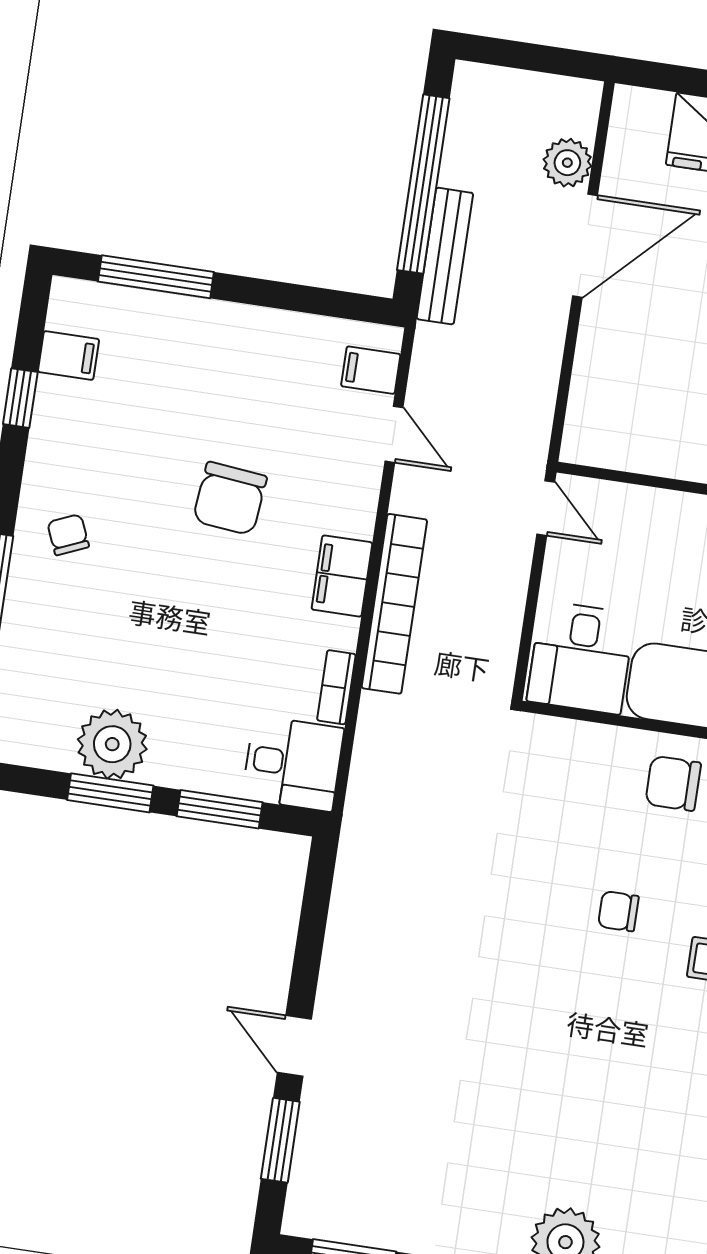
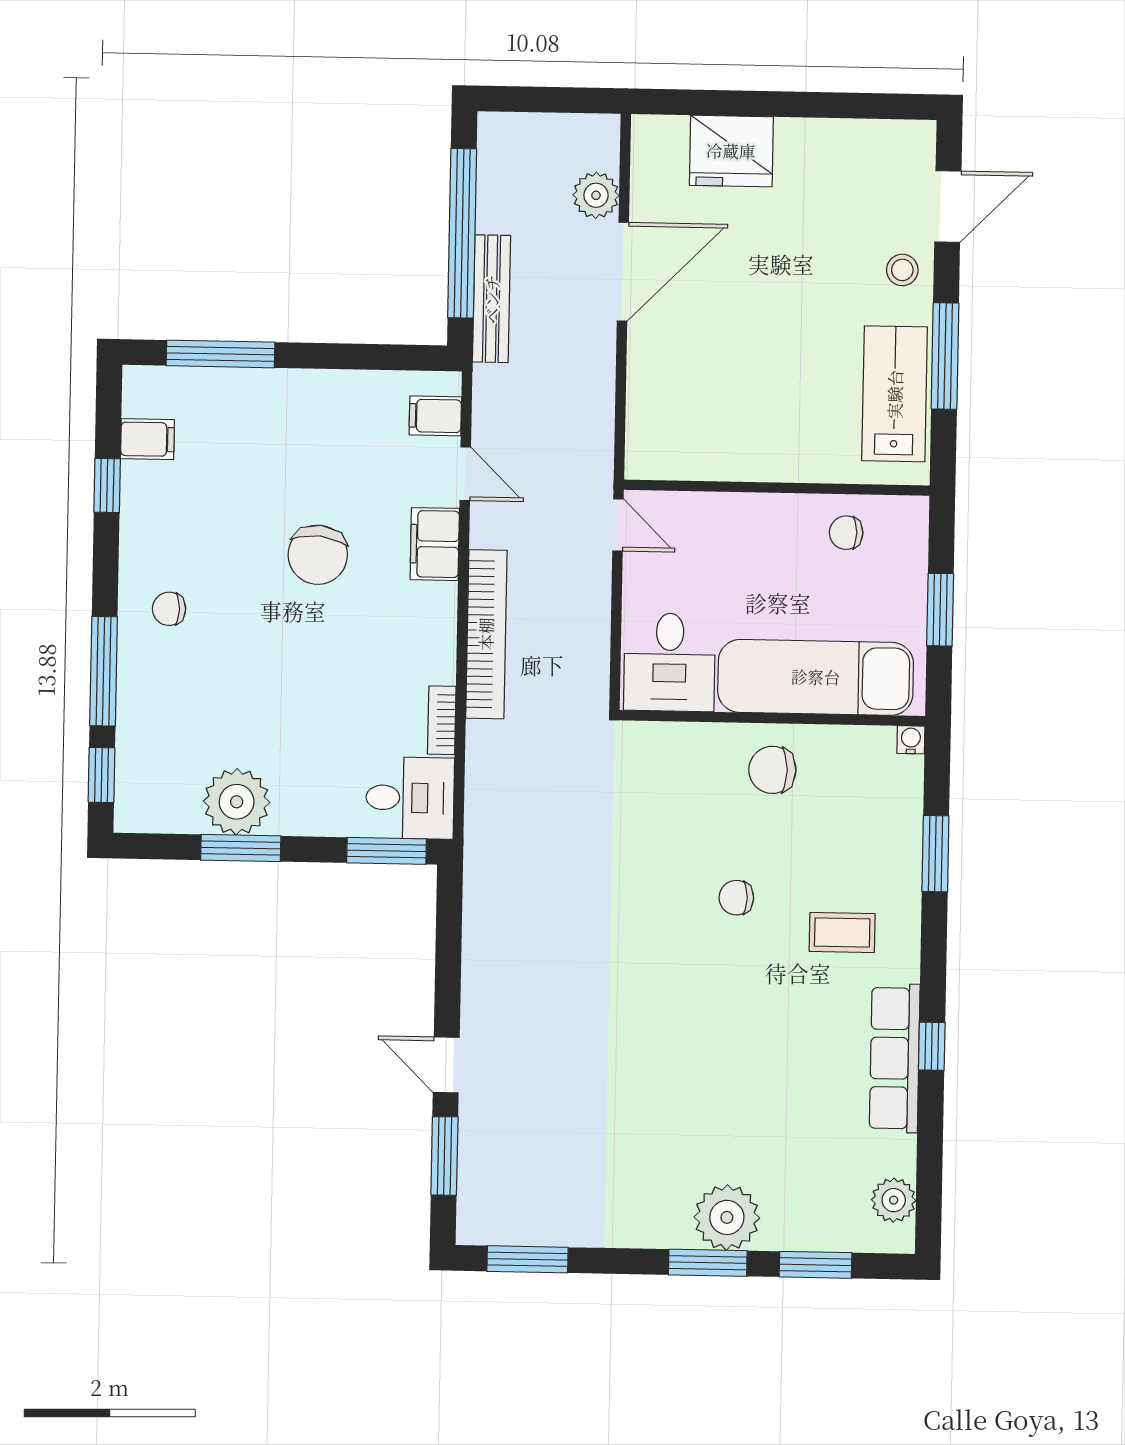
chair: (68, 535) -> (169, 609), turned -67
filing cabinet: (342, 576) -> (435, 544), moved
window: (220, 809) -> (387, 851), moved

